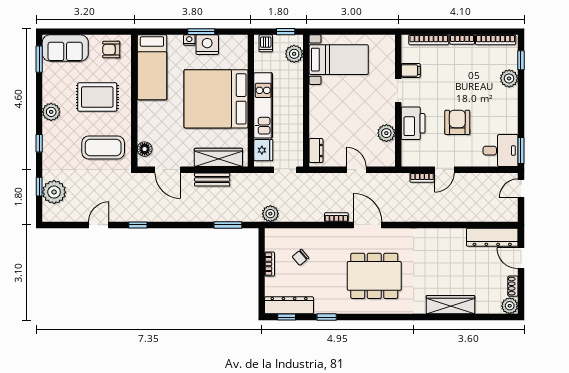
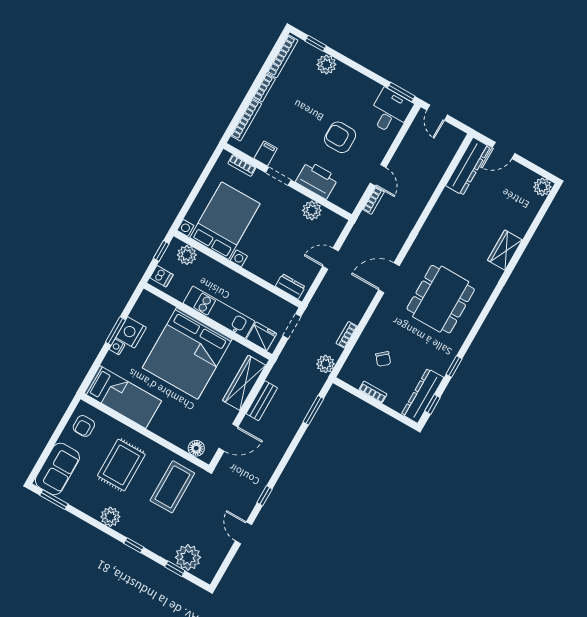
bookcase: (390, 57) -> (242, 166), added
bed with nightstands: (339, 60) -> (225, 221), width x1.36
bookcase: (336, 217) -> (347, 335), moved
shoe rack: (513, 286) -> (525, 173), removed
wardrobe: (450, 305) -> (505, 250), width x0.67

